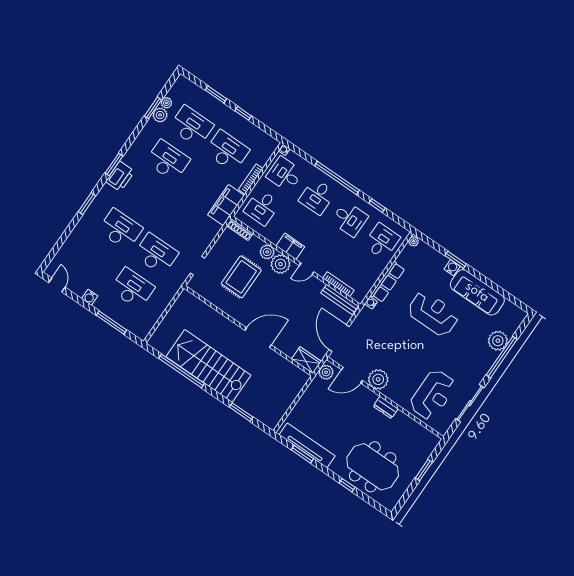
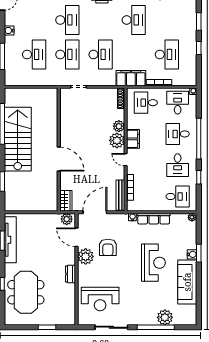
desk: (191, 126) -> (101, 54), moved
rug: (241, 277) -> (91, 121), removed
armchair: (385, 350) -> (108, 247), added

